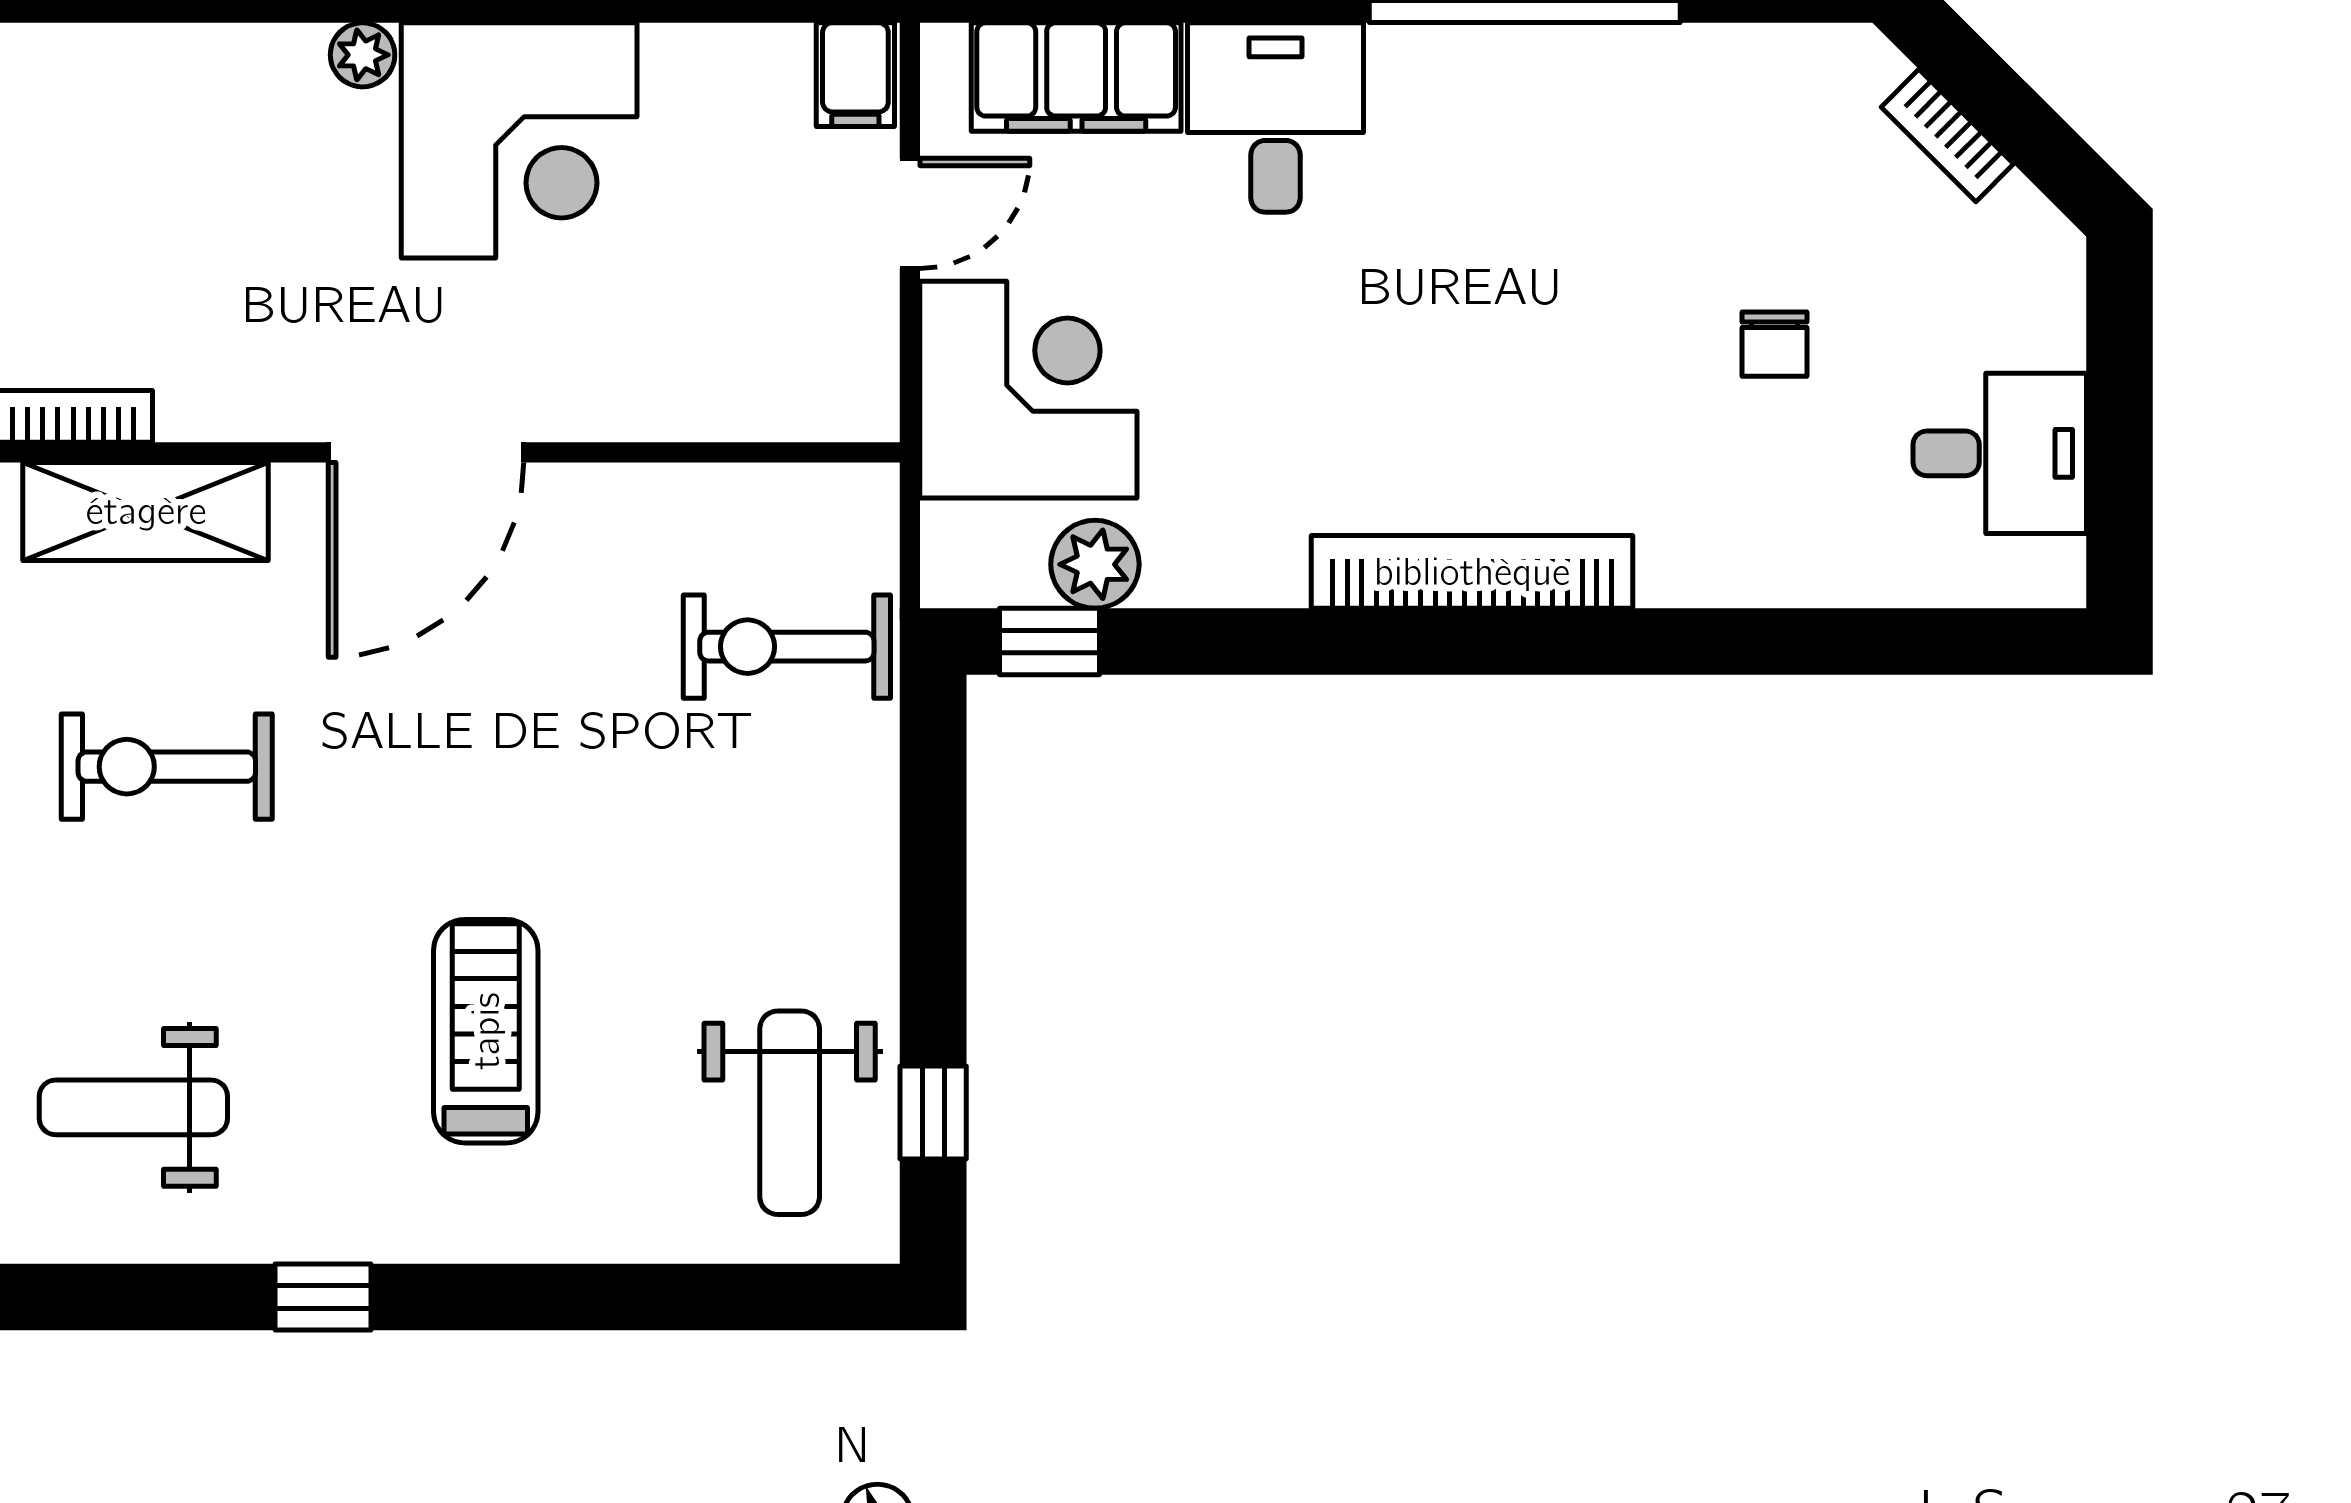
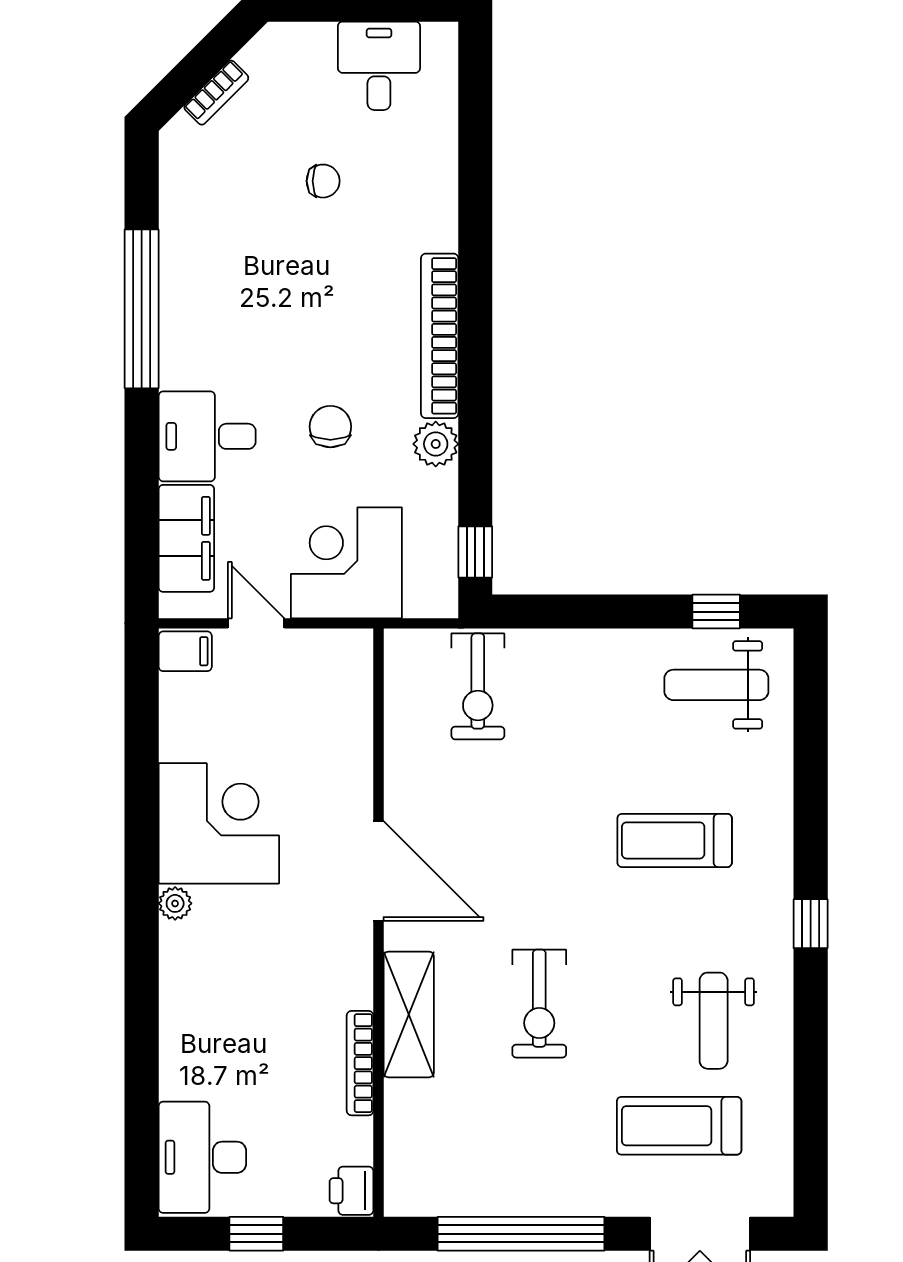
chair: (1294, 358) -> (330, 427), added
plant: (1095, 564) -> (436, 444), moved
weight bench: (790, 1113) -> (716, 685), turned 180

